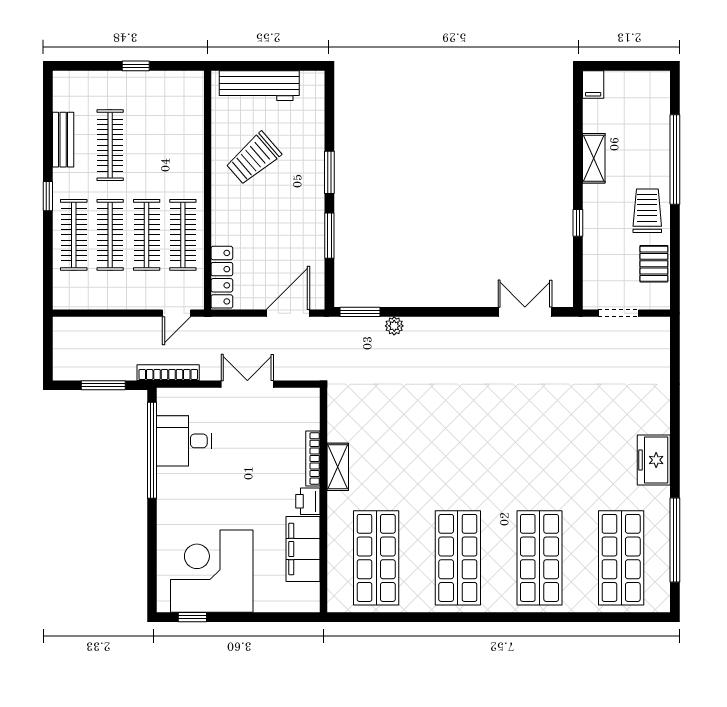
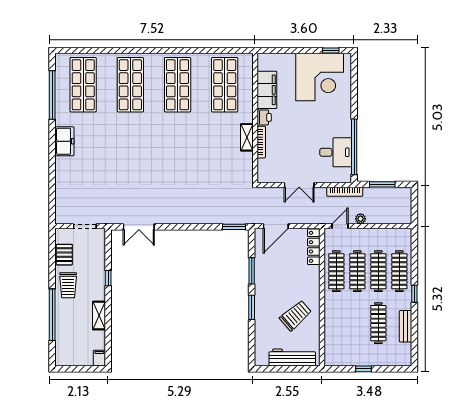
plant: (394, 326) -> (360, 219), moved

